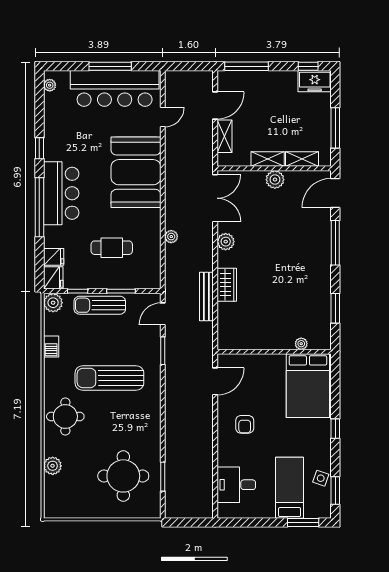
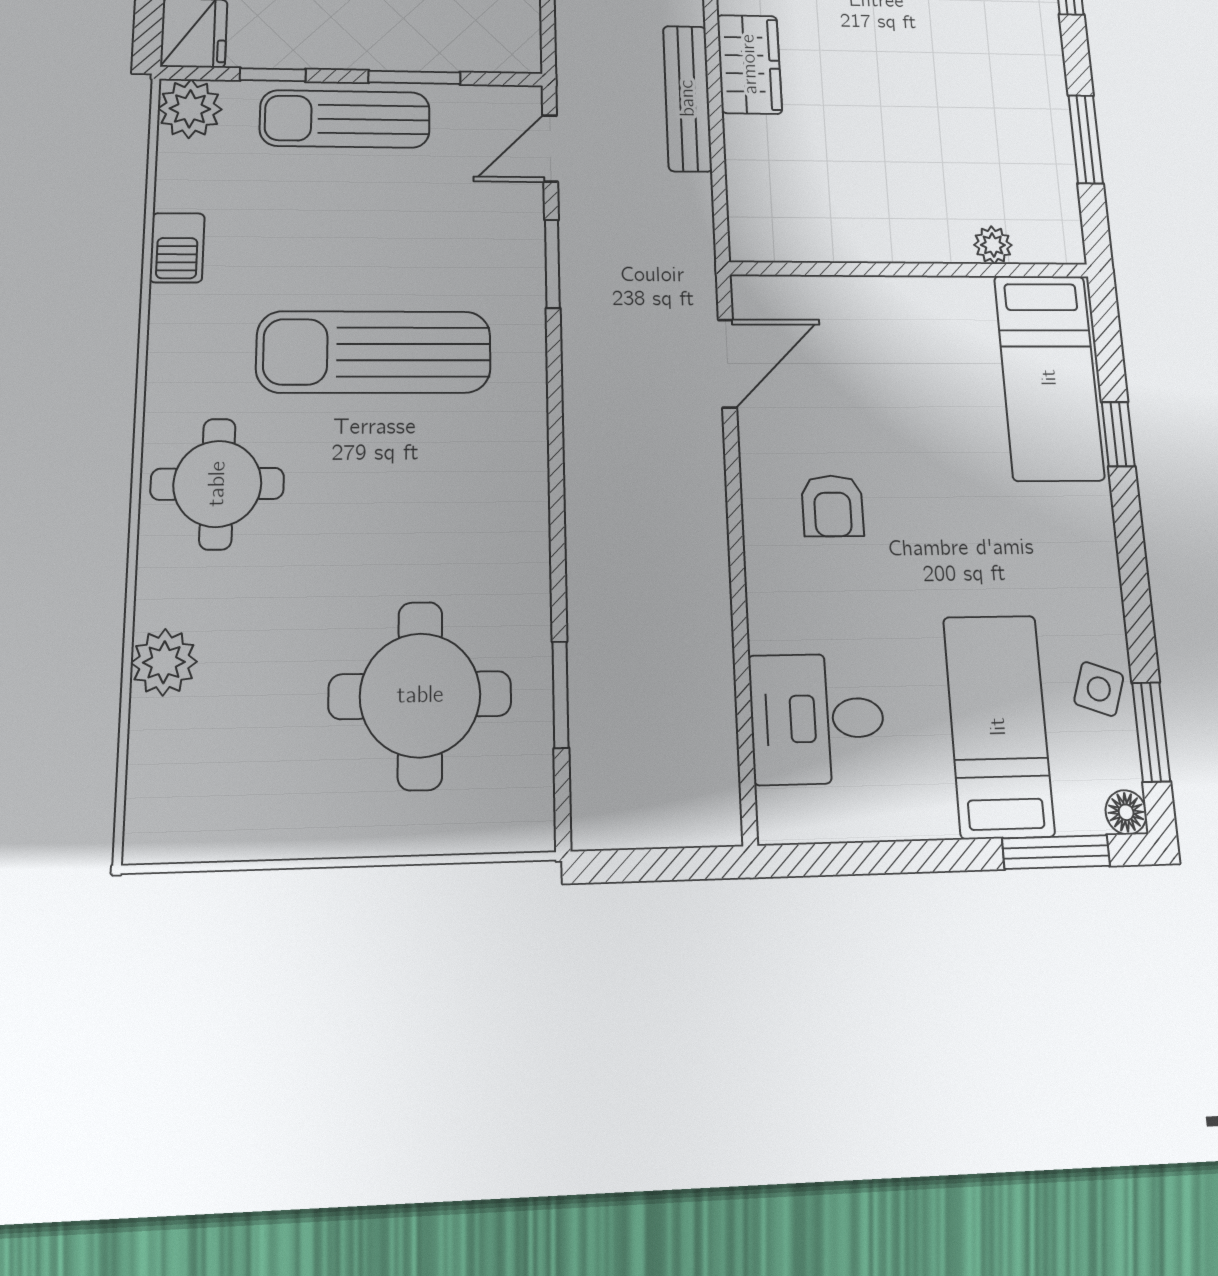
bed: (308, 386) -> (1049, 377), width x0.67
window: (335, 429) -> (1118, 434), moved
floor lamp: (325, 512) -> (1126, 812), added

